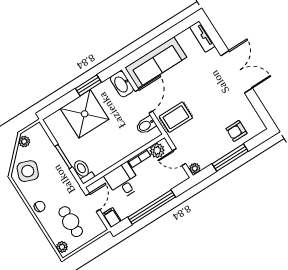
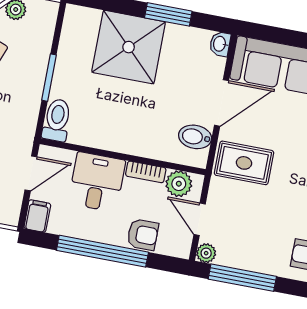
washbasin: (122, 84) -> (220, 44), width x0.52, depth x0.69
window: (230, 158) -> (242, 278), moved
armchair: (162, 185) -> (143, 235), added

